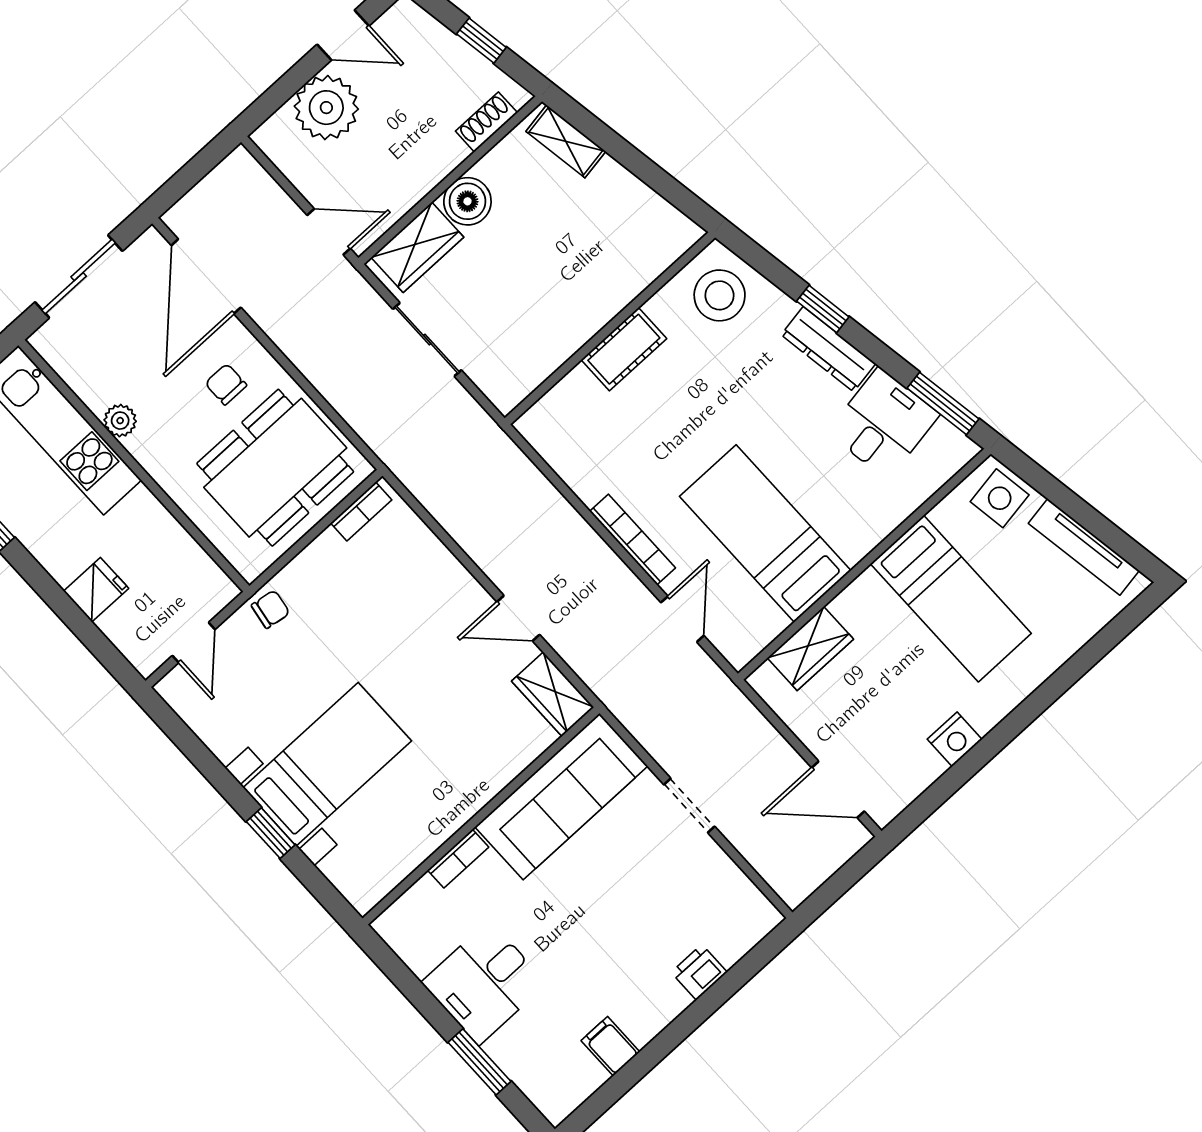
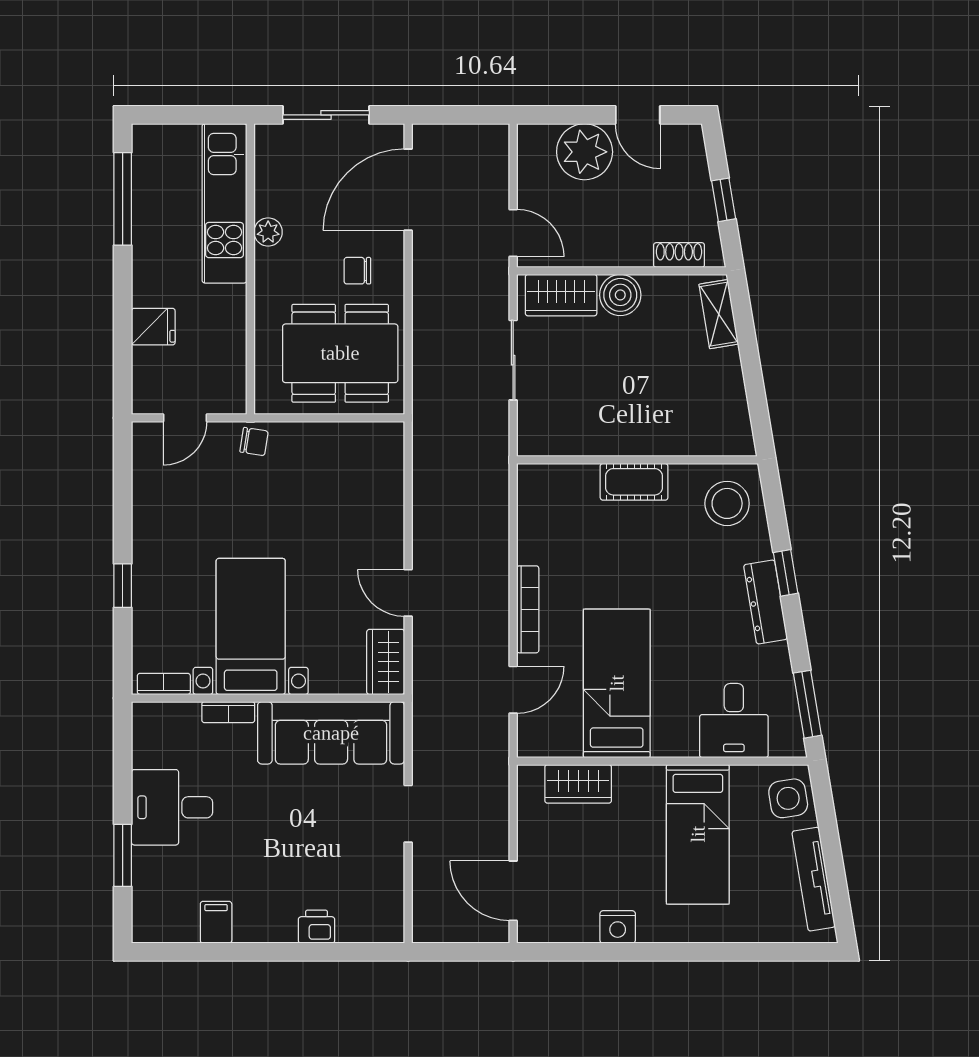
chair: (226, 384) -> (357, 271), turned -90
desk: (883, 423) -> (734, 721), moved, turned 99
bookcase: (361, 511) -> (164, 684), moved, turned 180
bed with nightstands: (327, 764) -> (251, 626), moved, turned -90

